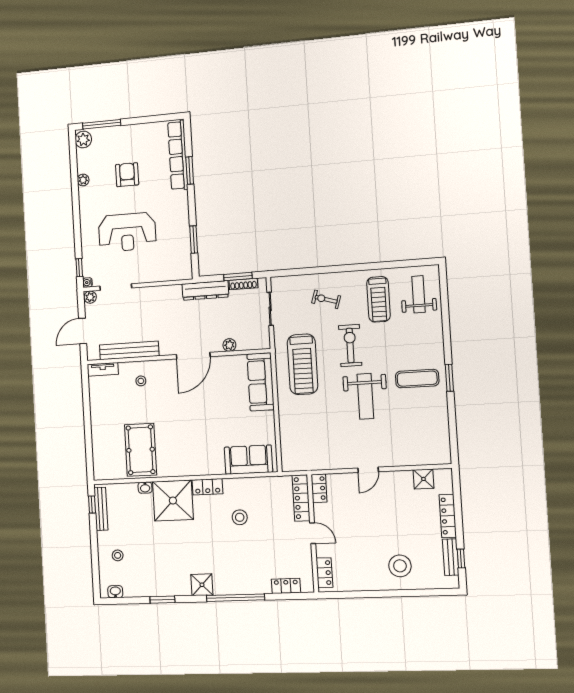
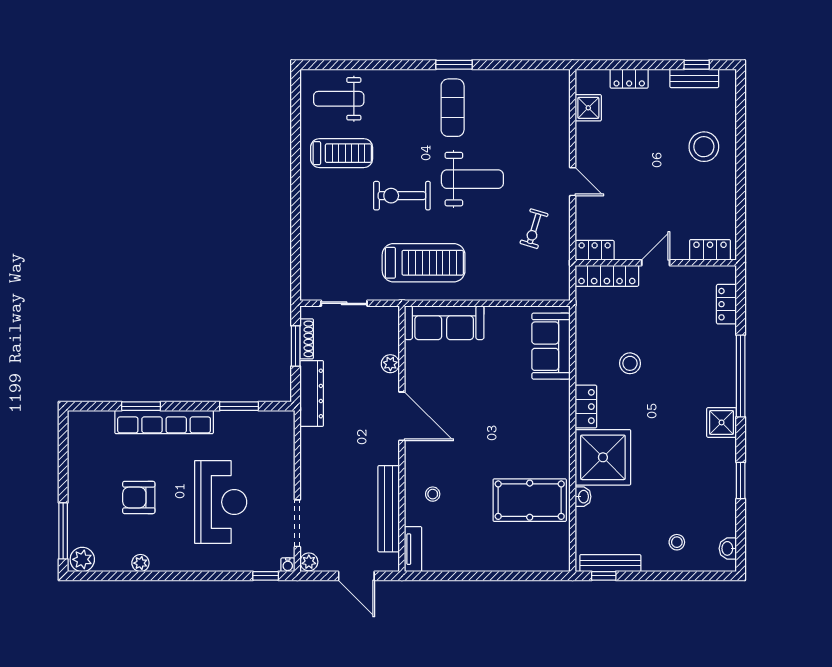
row of seats: (178, 155) -> (164, 422), moved
exercise bike: (326, 299) -> (534, 229), moved
locker: (448, 516) -> (629, 79), width x0.66

